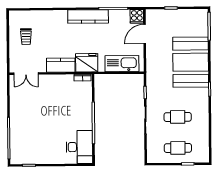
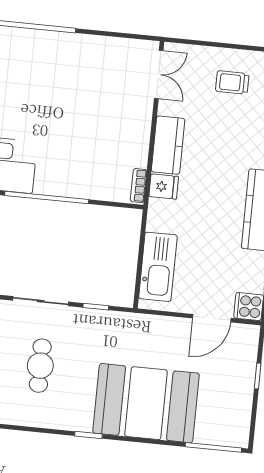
door: (145, 34) -> (212, 318), swing flipped
fridge: (87, 63) -> (164, 187), width x0.53, depth x0.75
double door: (26, 74) -> (159, 74), swing flipped

